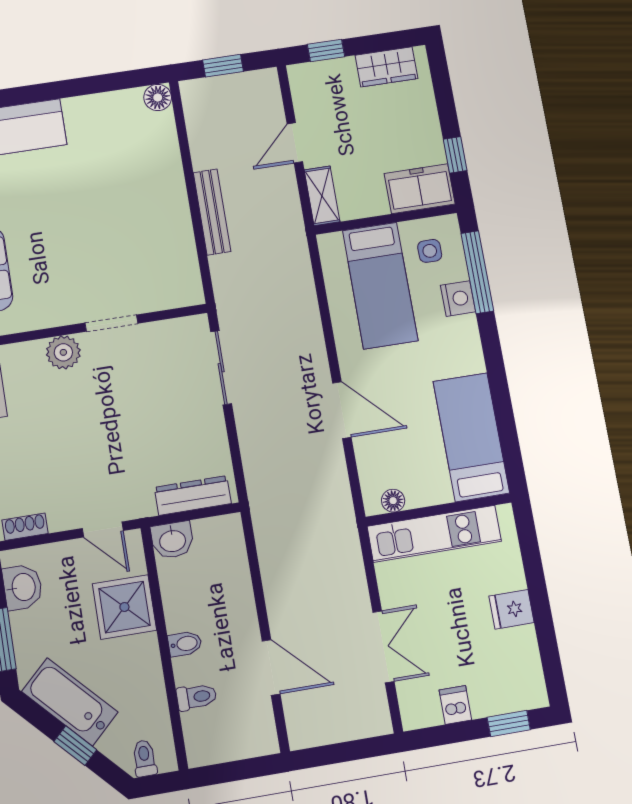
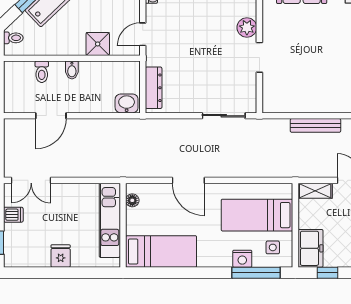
door: (342, 410) -> (188, 180), hinge flipped
washbasin: (172, 540) -> (127, 103), moved, turned 90
shower: (124, 607) -> (98, 44), width x0.73, depth x0.73
double door: (383, 647) -> (31, 180), moved

